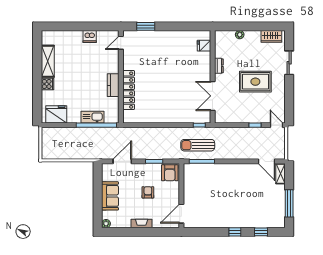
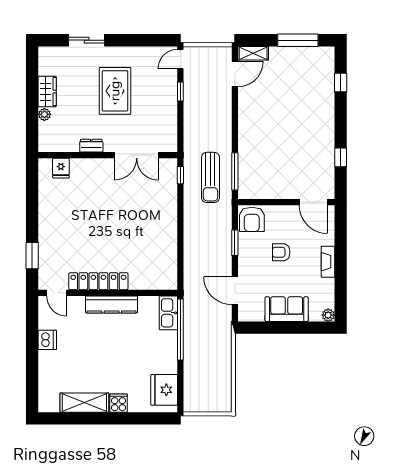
wardrobe: (271, 36) -> (47, 92), moved
kitchen counter: (113, 85) -> (112, 304), width x1.50
locker: (129, 90) -> (98, 281), moved
kitchen sink: (93, 117) -> (168, 313), moved
armchair: (170, 173) -> (252, 219), turned 90
window: (235, 232) -> (341, 157), moved

